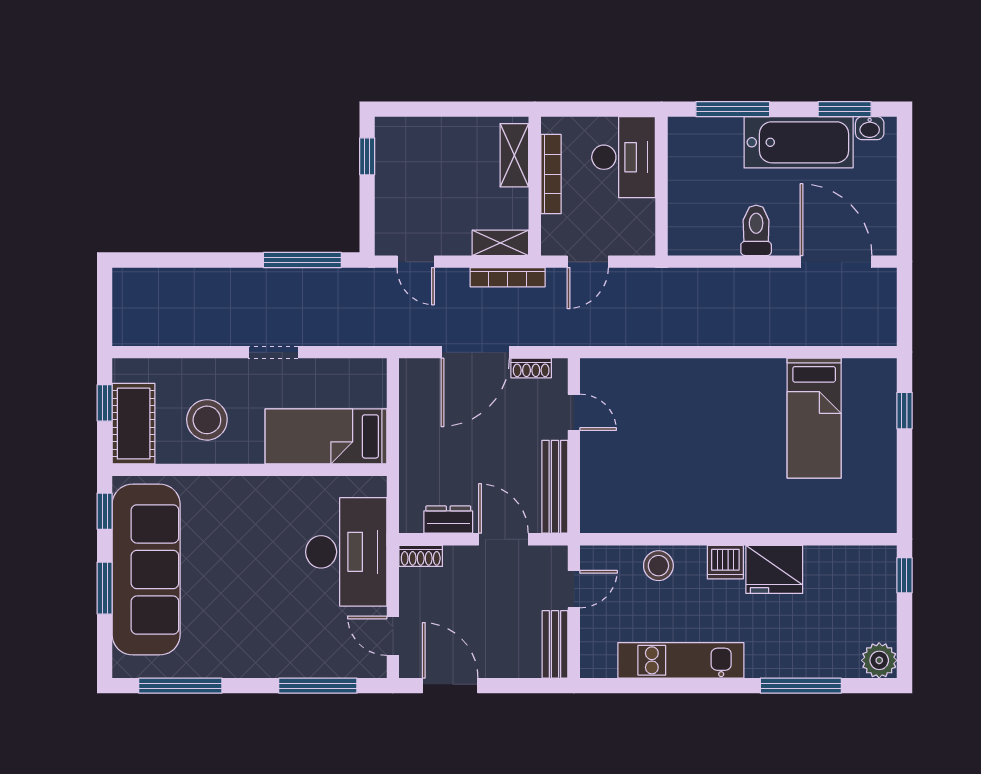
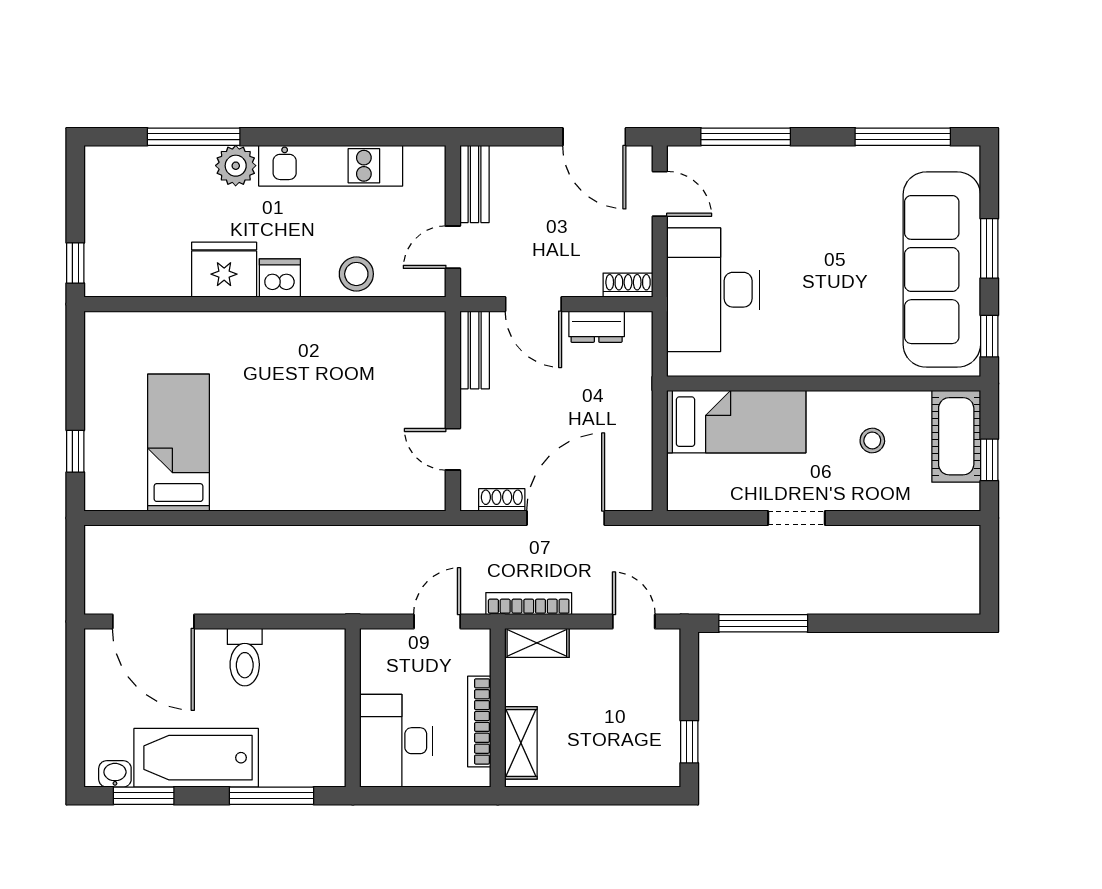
stool: (207, 420) -> (872, 440), width x0.53, depth x0.53
bench: (555, 487) -> (475, 350), width x0.73
plant: (879, 660) -> (236, 166), moved

